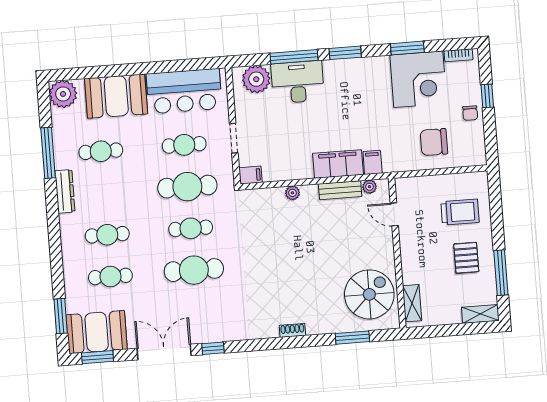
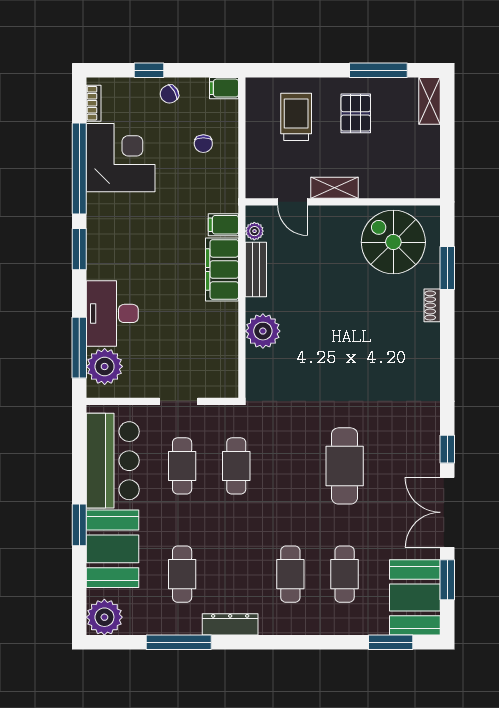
window: (407, 48) -> (79, 169), width x2.11
window: (294, 57) -> (79, 348), moved
window: (133, 69) -> (79, 525), added
chair: (470, 113) -> (169, 94), turned 149
chair: (434, 142) -> (203, 144), width x0.54, depth x0.54
filing cabinet: (250, 175) -> (224, 88), moved, turned -90
cafe table: (187, 187) -> (236, 466), width x0.73, depth x0.74
plant: (292, 193) -> (263, 331), width x1.87, depth x1.87
door: (394, 214) -> (293, 202), hinge flipped
cafe table: (191, 228) -> (290, 466), removed
pallet: (466, 258) -> (356, 113), turned 90
shelving: (412, 303) -> (335, 188), moved
shoe rack: (292, 330) -> (432, 305), moved
window: (98, 357) -> (447, 580), moved

